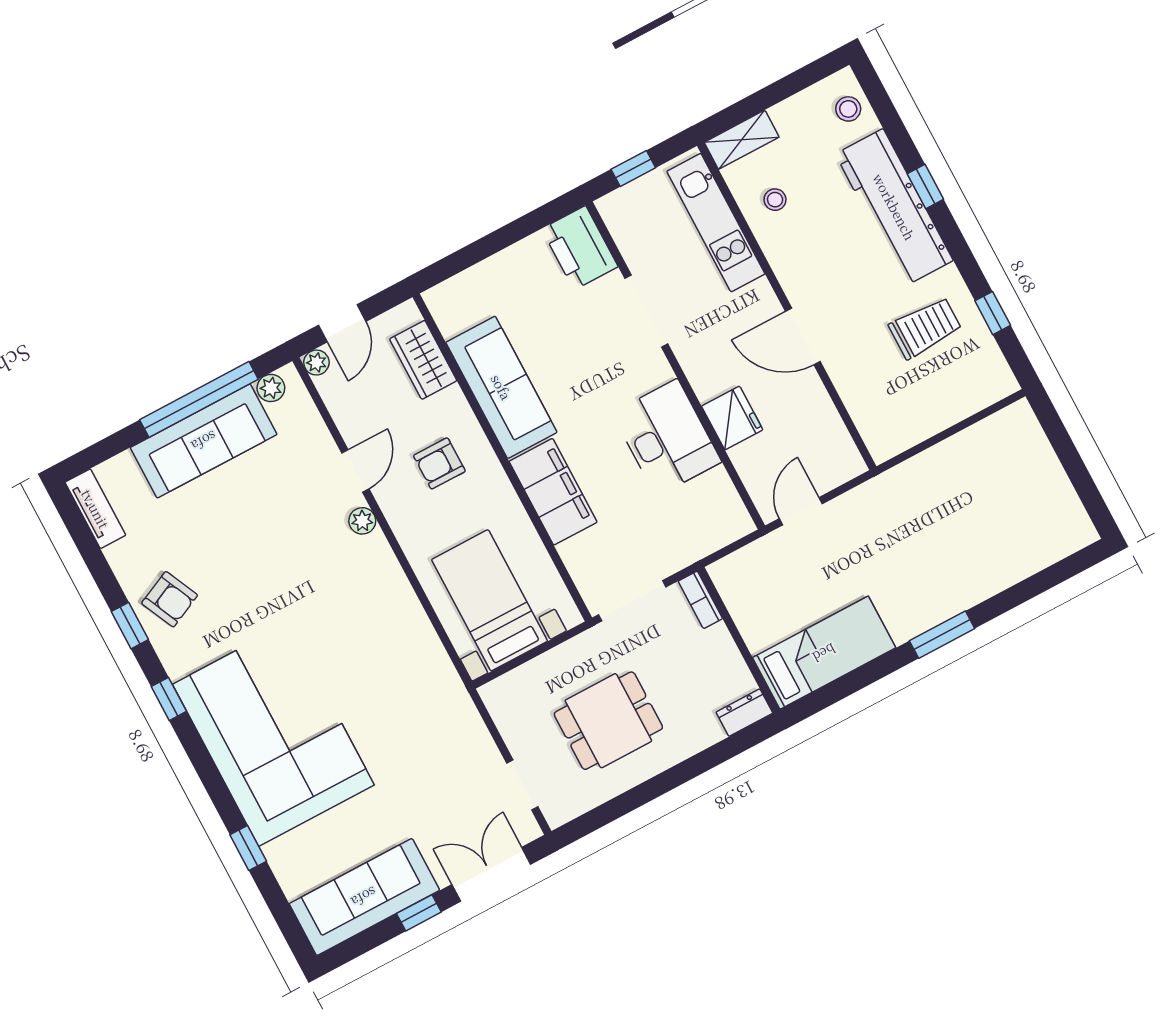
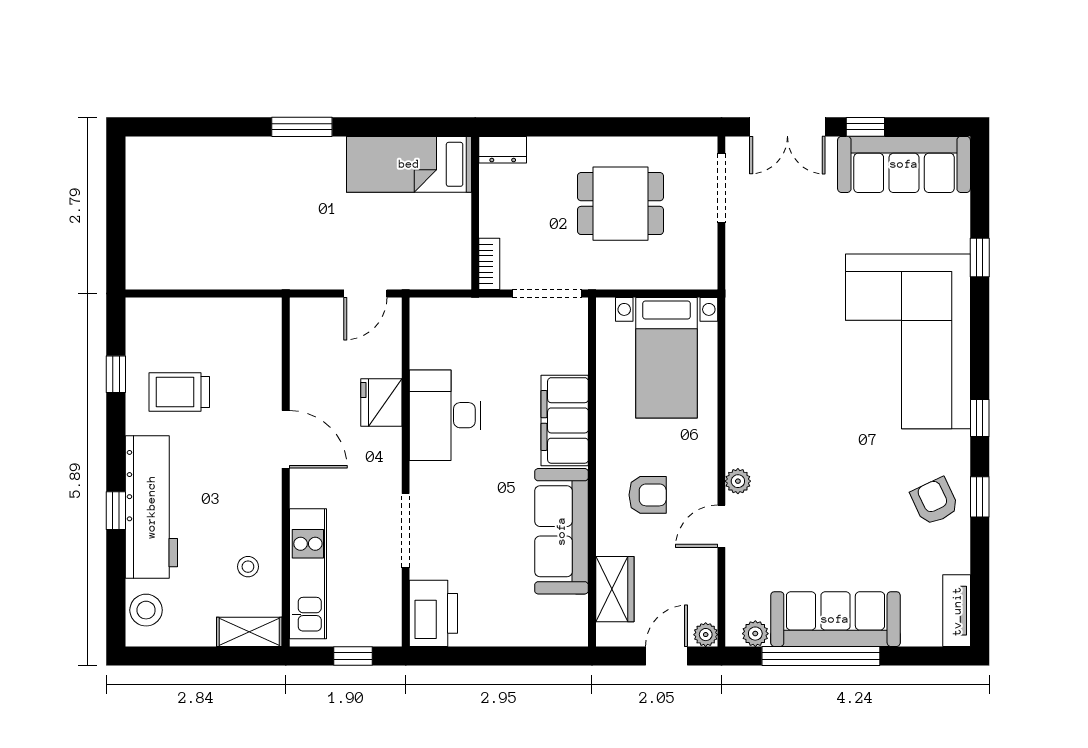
stool: (848, 109) -> (146, 610), width x1.37, depth x1.37
doorway: (522, 785) -> (721, 188), width x1.38

